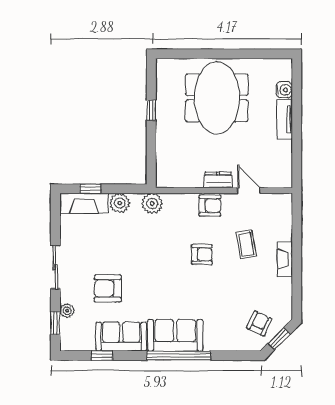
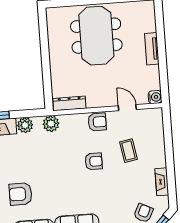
water cooler: (284, 90) -> (155, 97), moved
window: (151, 110) -> (45, 49), removed
dresser: (218, 180) -> (69, 103), moved, width x1.44
fireplace: (285, 259) -> (162, 182), moved

